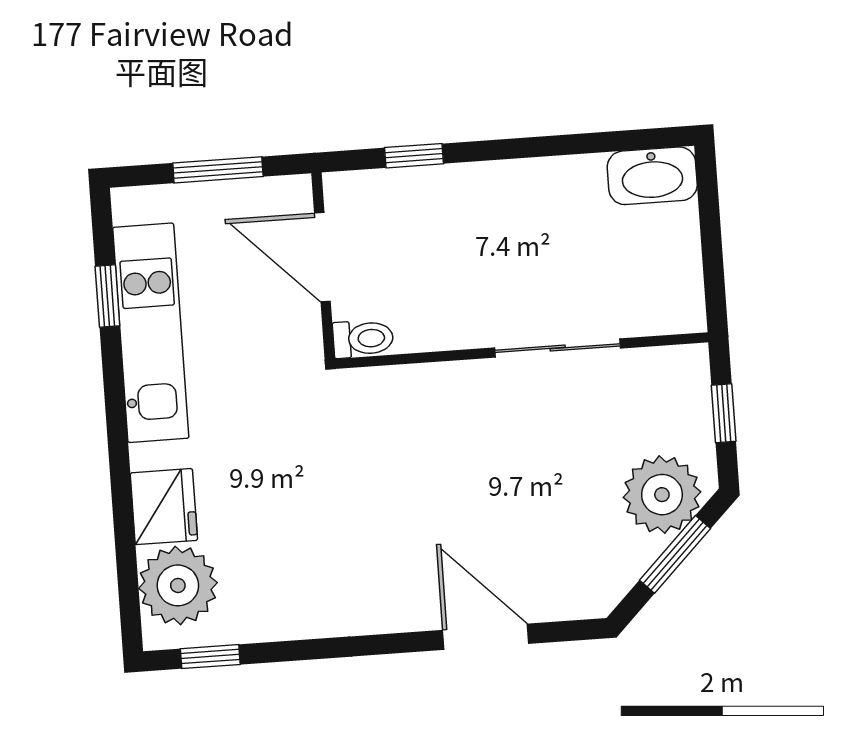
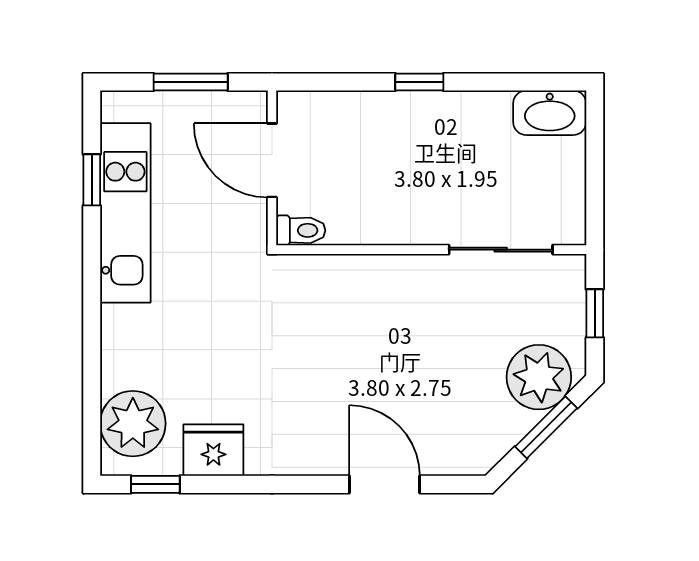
window: (414, 156) -> (419, 82), moved
sliding door: (558, 348) -> (501, 250), moved
fridge: (164, 507) -> (213, 450), moved, turned -90

